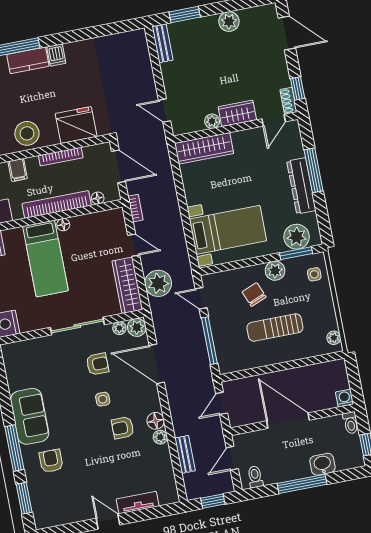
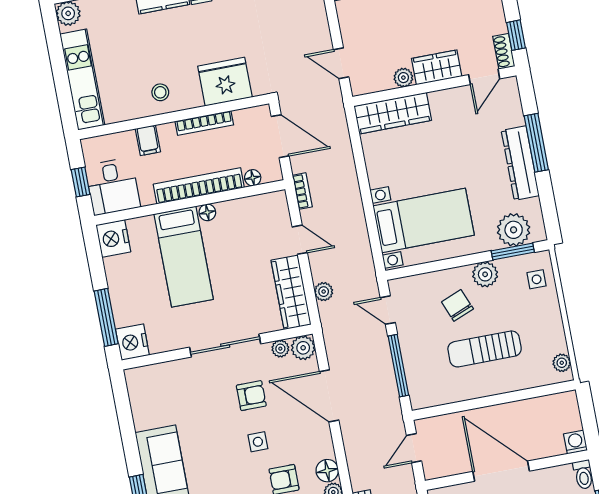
stool: (27, 133) -> (160, 92), width x0.53, depth x0.53
plant: (158, 283) -> (324, 292), width x0.53, depth x0.53

